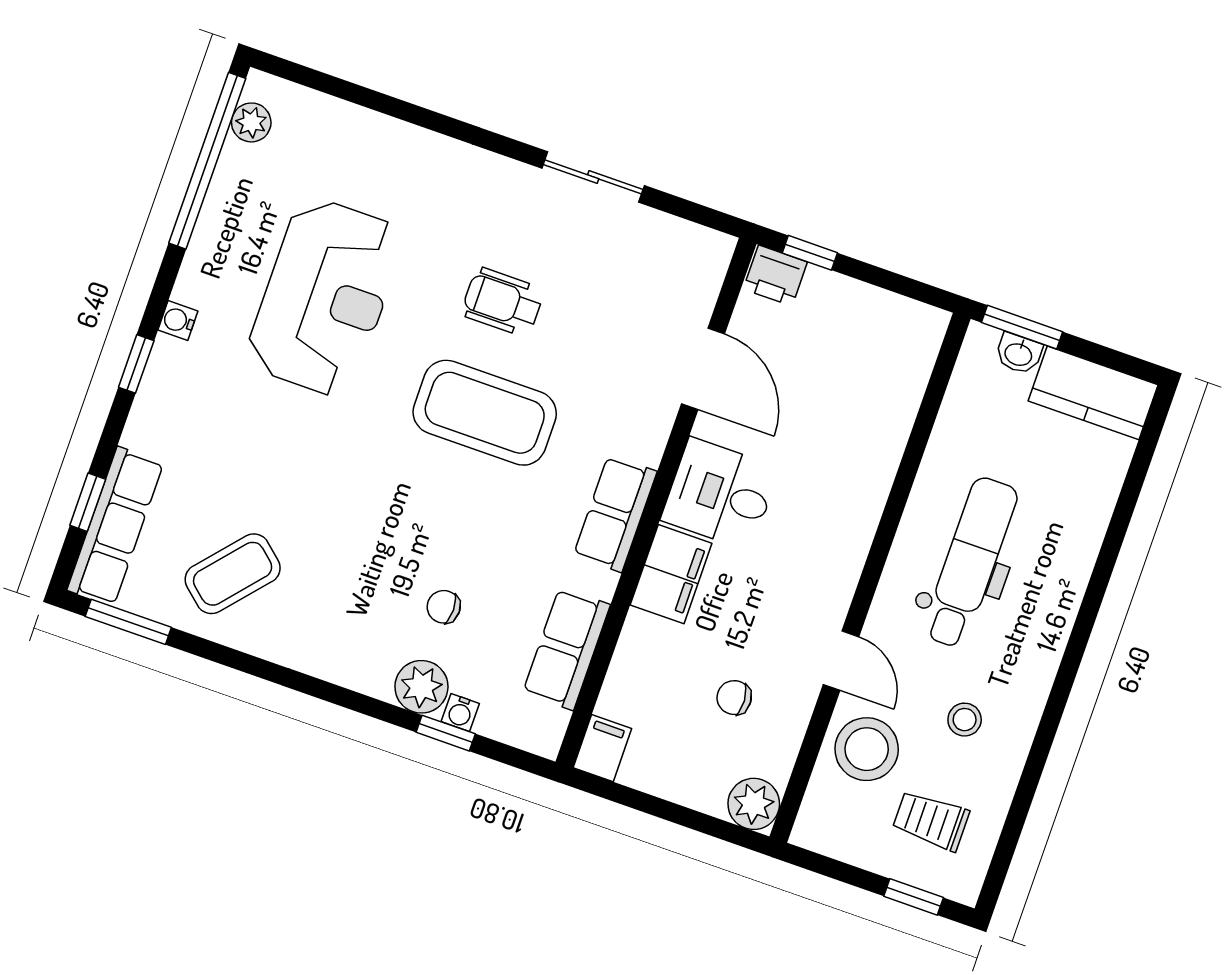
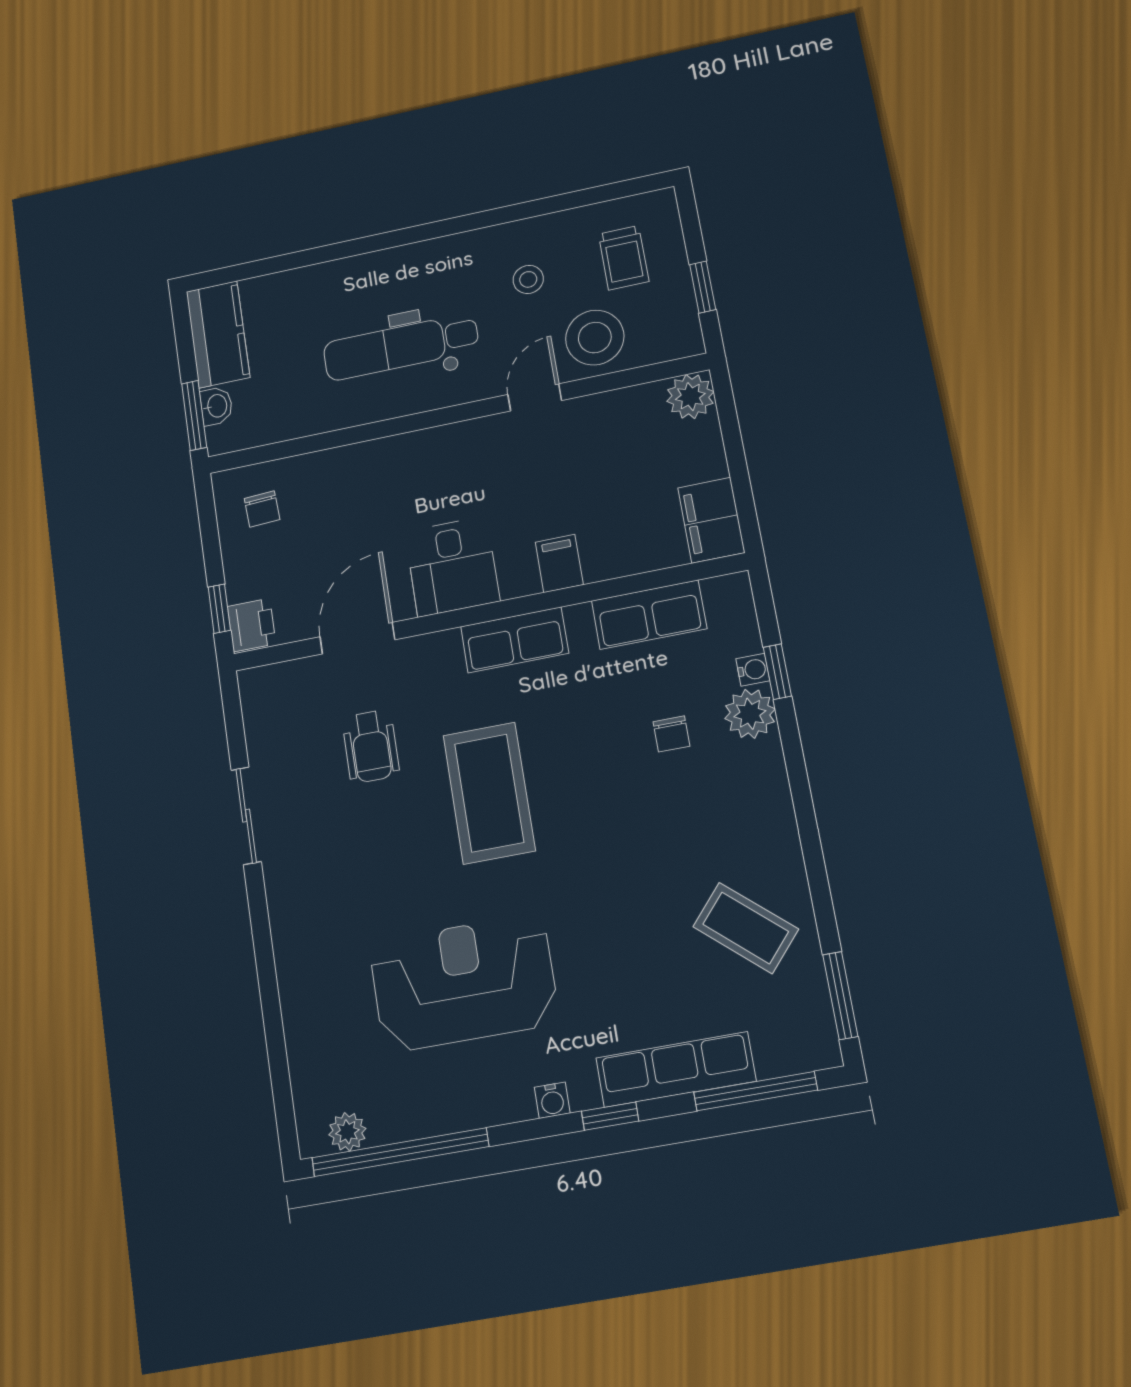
wheelchair: (503, 302) -> (371, 746), moved
window: (88, 502) -> (756, 1091), width x2.17
row of seats: (115, 526) -> (676, 1069), moved
filing cabinet: (671, 574) -> (559, 563), width x0.50
chair: (734, 698) -> (262, 509), moved
filing cabinet: (602, 748) -> (711, 520), width x2.00
window: (914, 897) -> (703, 287), moved

